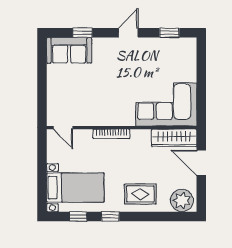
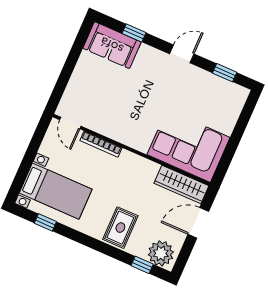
bookcase: (111, 134) -> (101, 144), moved
door: (201, 163) -> (198, 223), hinge flipped
rug: (140, 194) -> (120, 228), turned 90
window: (110, 216) -> (142, 265), moved

